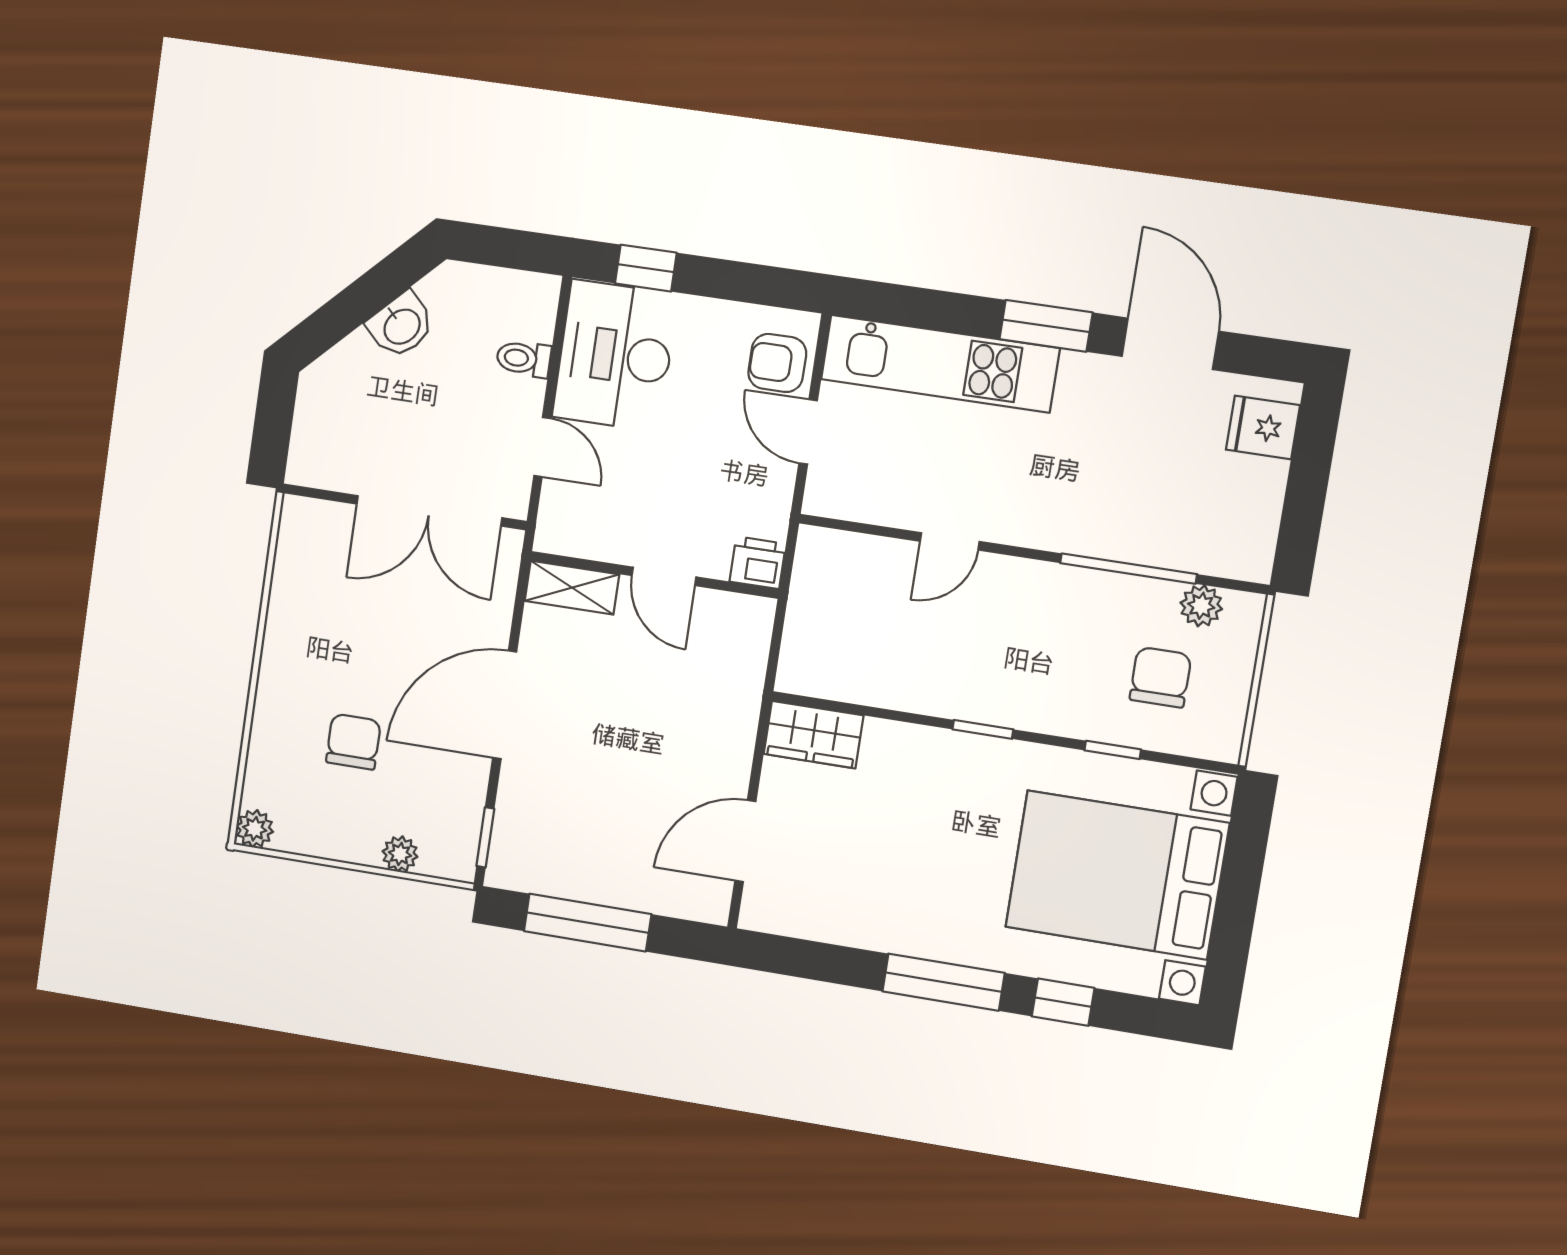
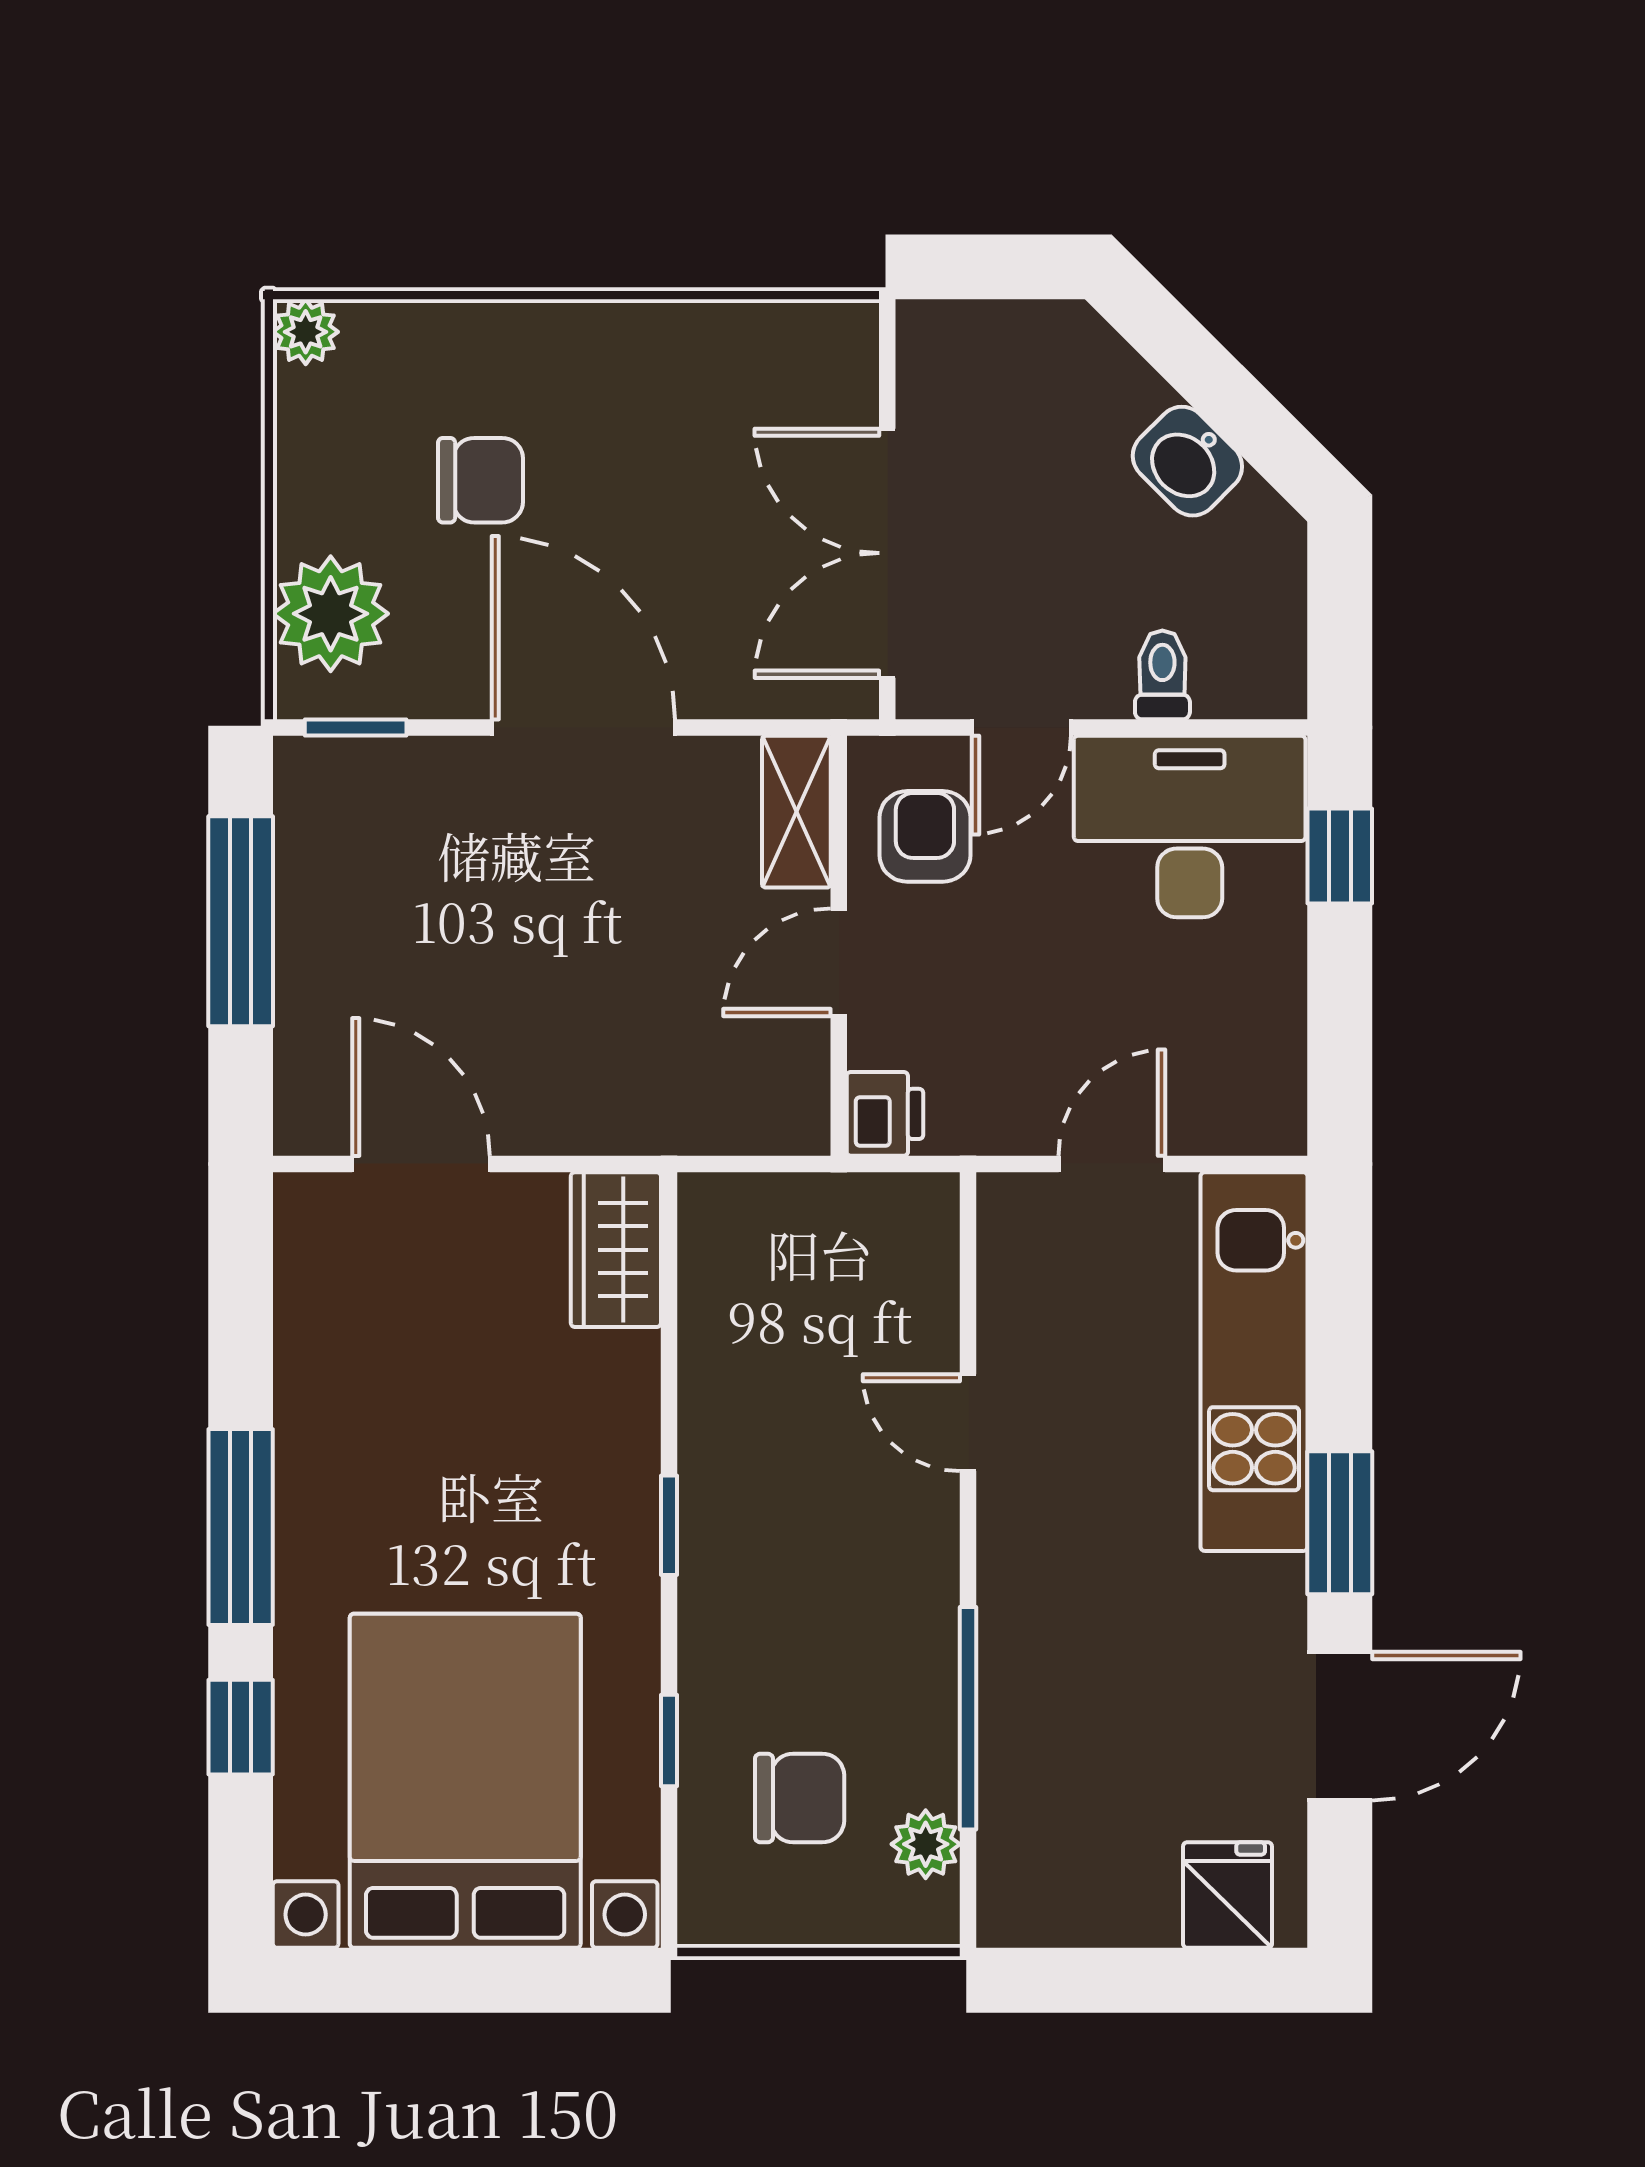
armchair: (777, 363) -> (925, 836), moved
plant: (400, 854) -> (331, 614), width x1.88, depth x1.88

